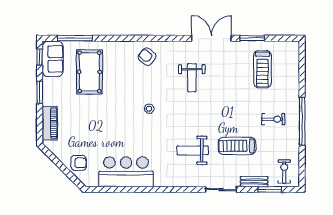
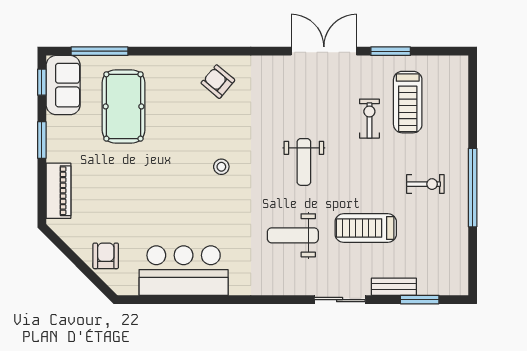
weight bench: (192, 78) -> (304, 162), moved
armchair: (79, 163) -> (106, 256), turned -90
exercise bike: (284, 172) -> (369, 119), moved

